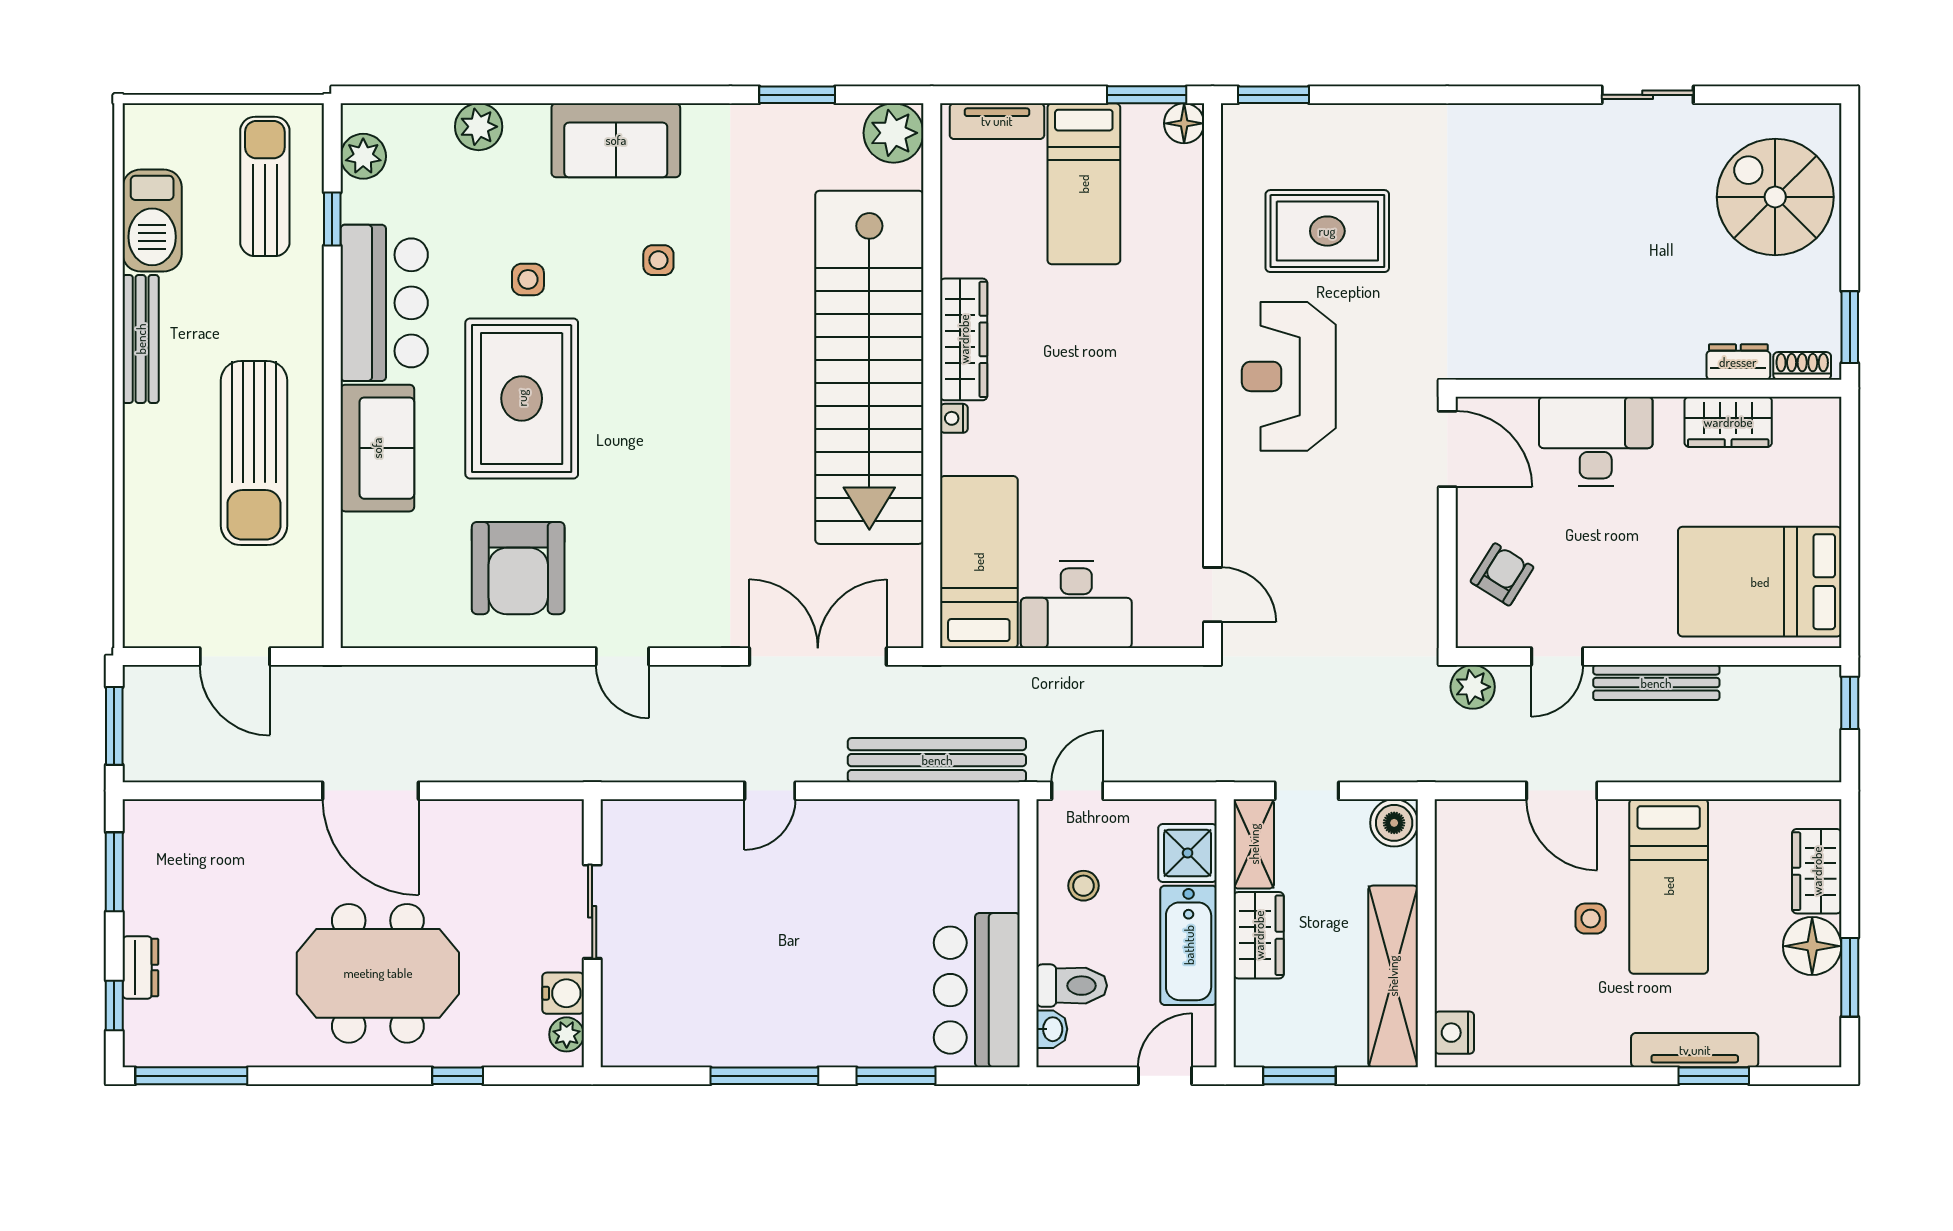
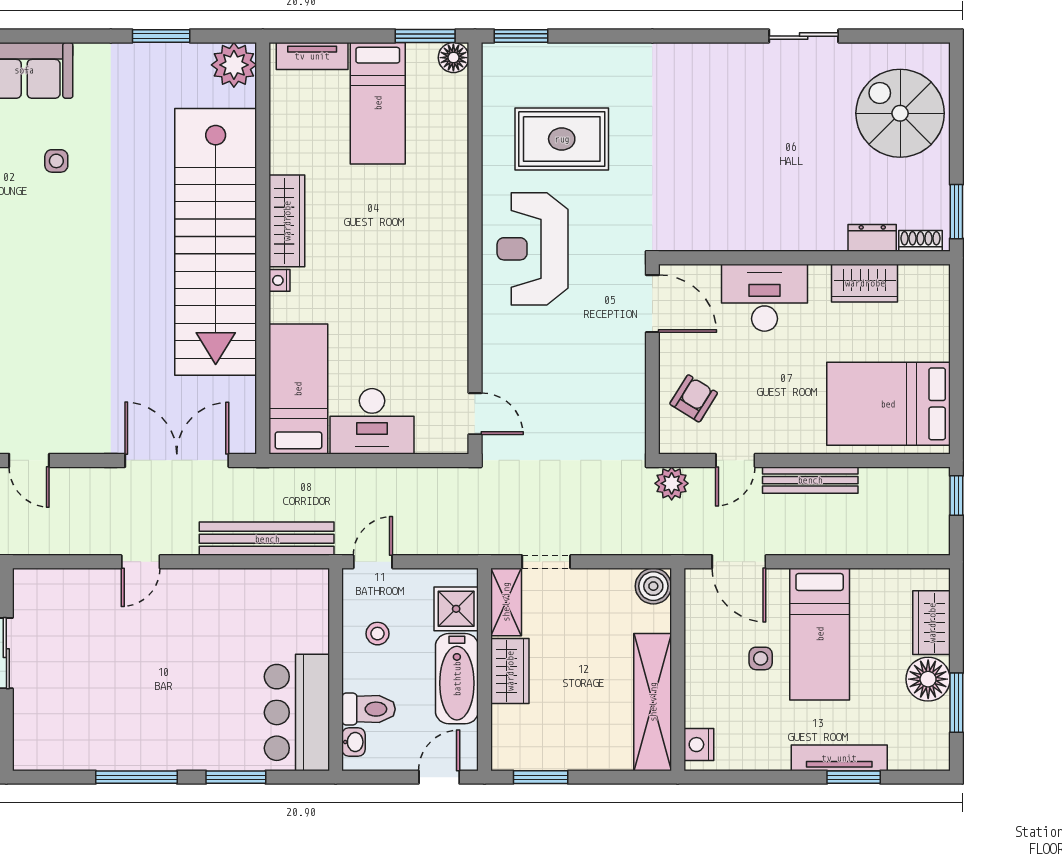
boiler: (1394, 823) -> (653, 586), moved
wall: (1426, 933) -> (678, 669), moved
shelving: (1393, 976) -> (653, 702), moved
nightstand: (1454, 1033) -> (699, 745), moved

